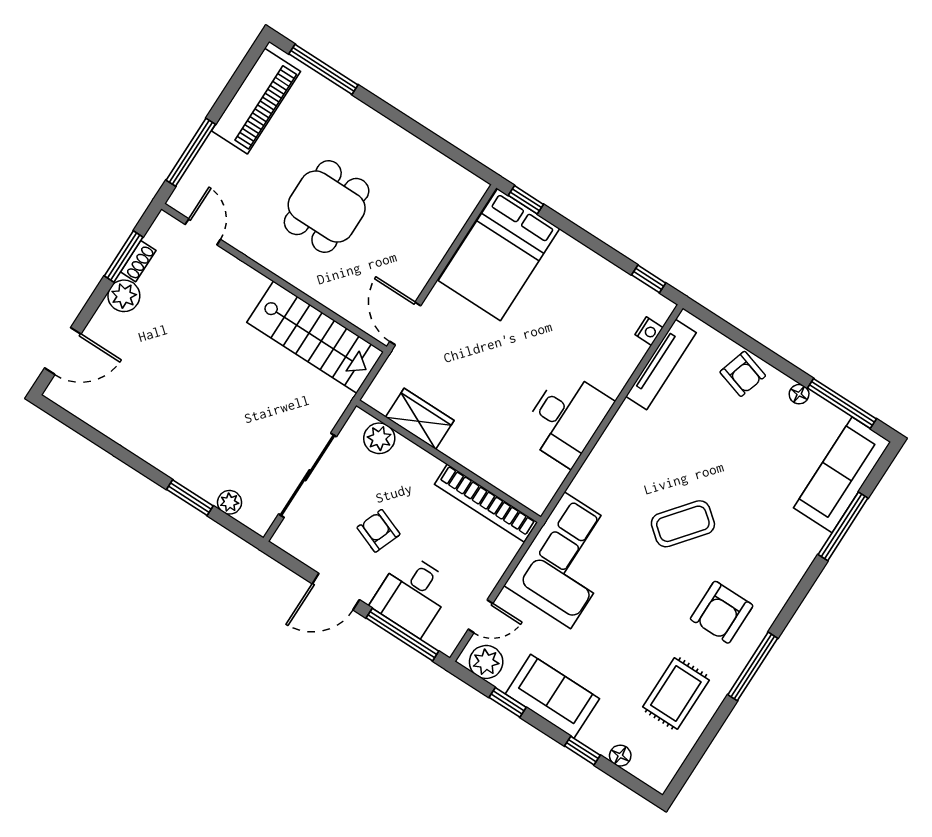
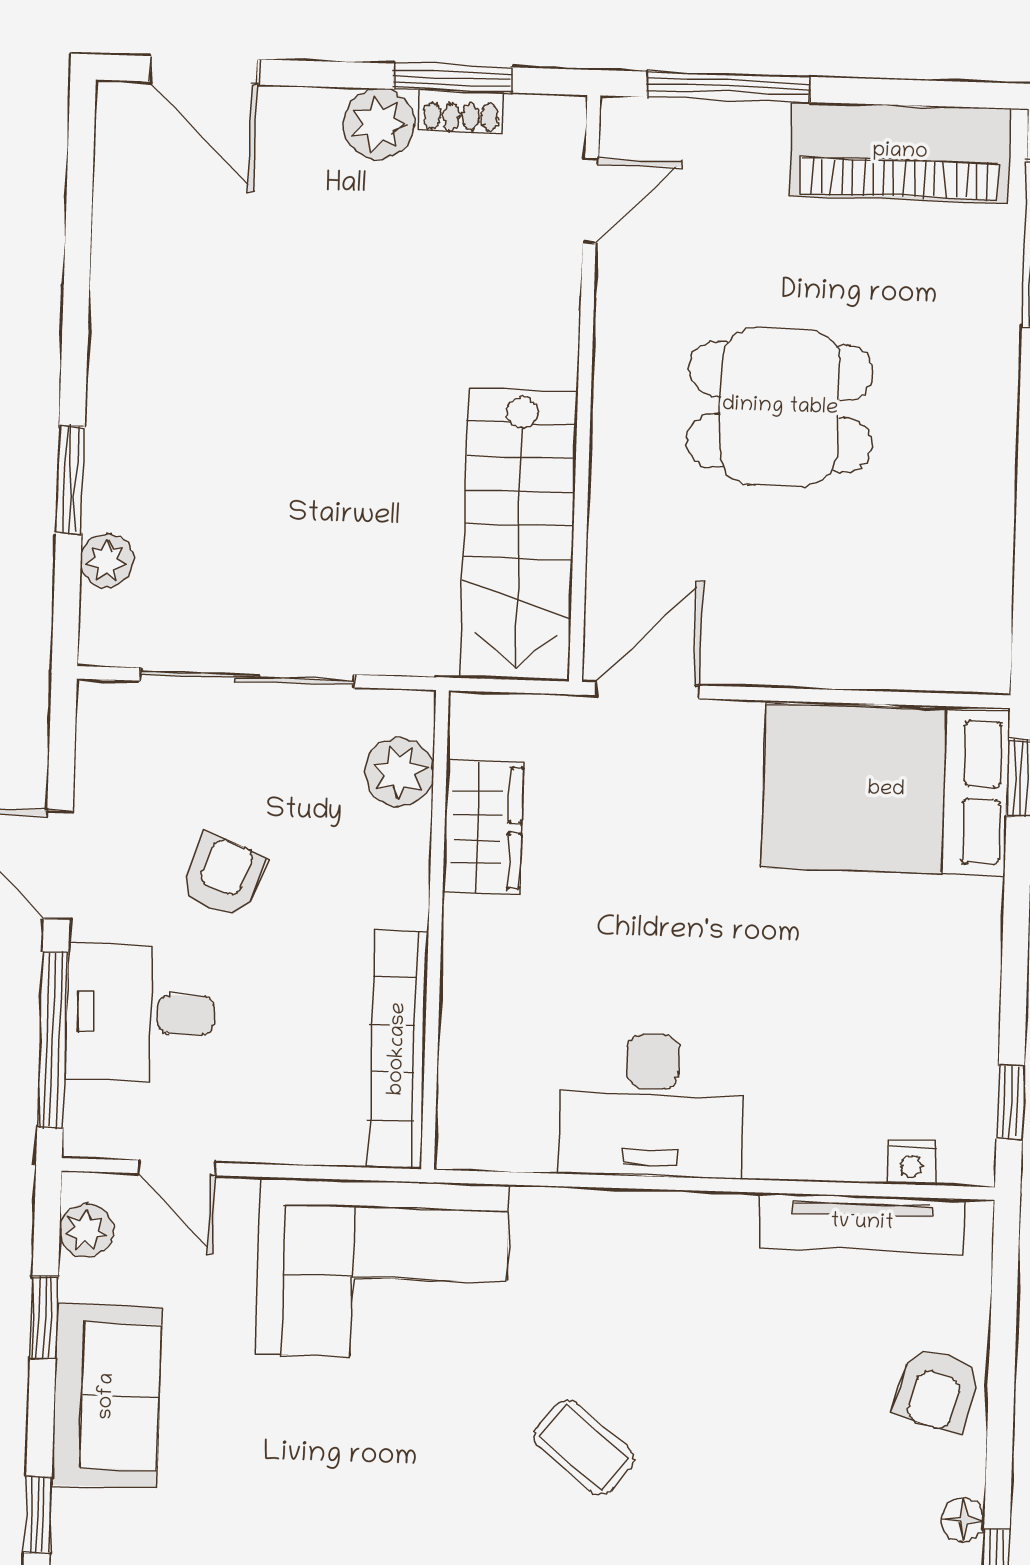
coffee table: (683, 524) -> (584, 1447), width x0.73, depth x0.77
plant: (486, 662) -> (86, 1230), width x0.73, depth x0.73

